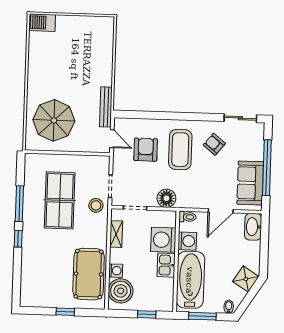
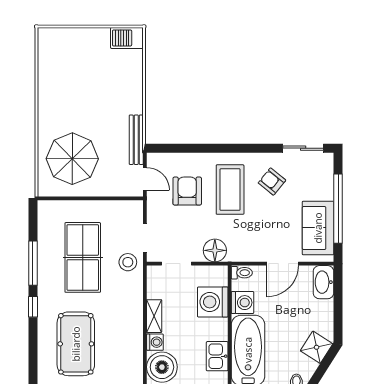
barbecue: (42, 23) -> (127, 38), moved
shelving: (116, 234) -> (154, 316), moved
kitchen sink: (166, 265) -> (217, 356), moved
pool table: (89, 274) -> (76, 344), moved

